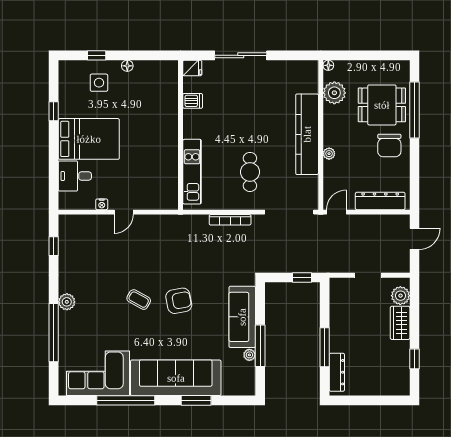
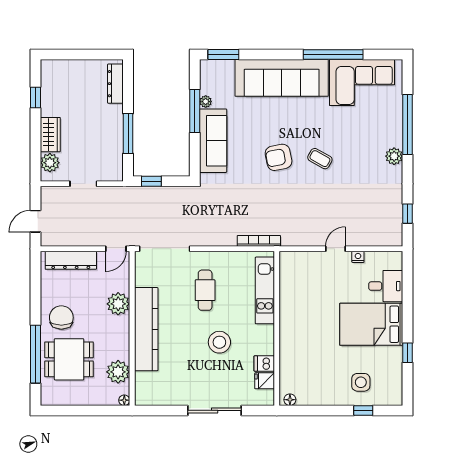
floor lamp: (127, 66) -> (290, 400), moved
fridge: (192, 68) -> (265, 381), moved
stool: (236, 122) -> (219, 342), added
plant: (329, 154) -> (118, 304), width x1.88, depth x1.88
bookcase: (230, 220) -> (259, 241), moved
window: (325, 347) -> (128, 133), moved
window: (196, 400) -> (223, 55), moved

